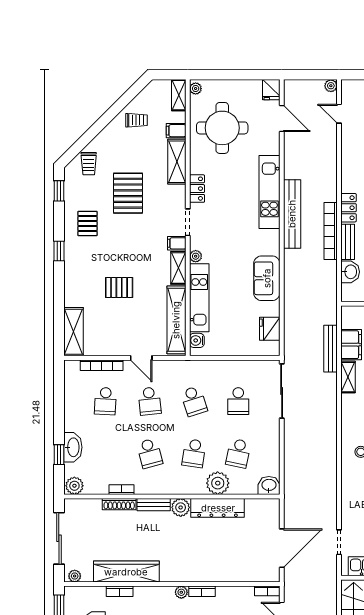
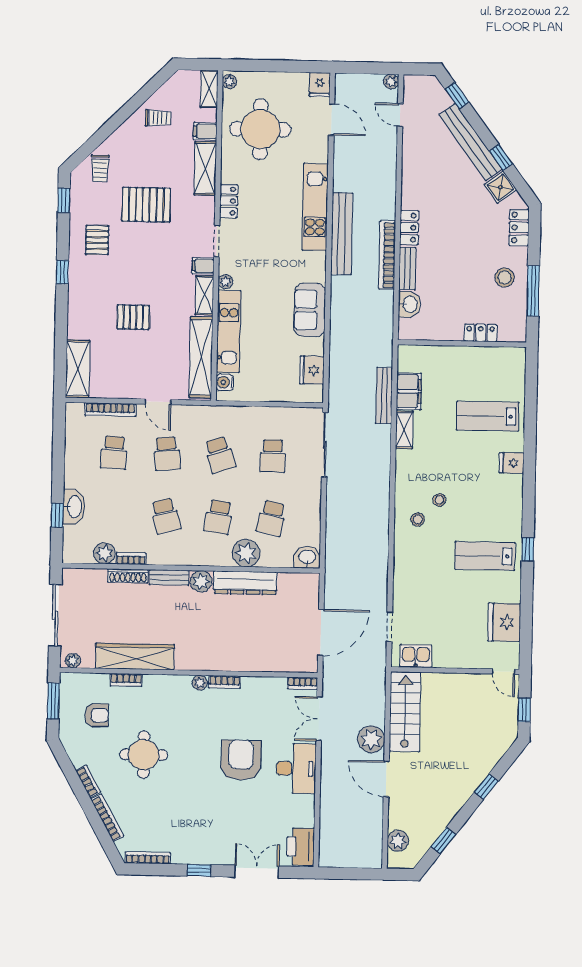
pallet: (128, 193) -> (146, 205), turned 90
plant: (74, 486) -> (104, 553), moved

